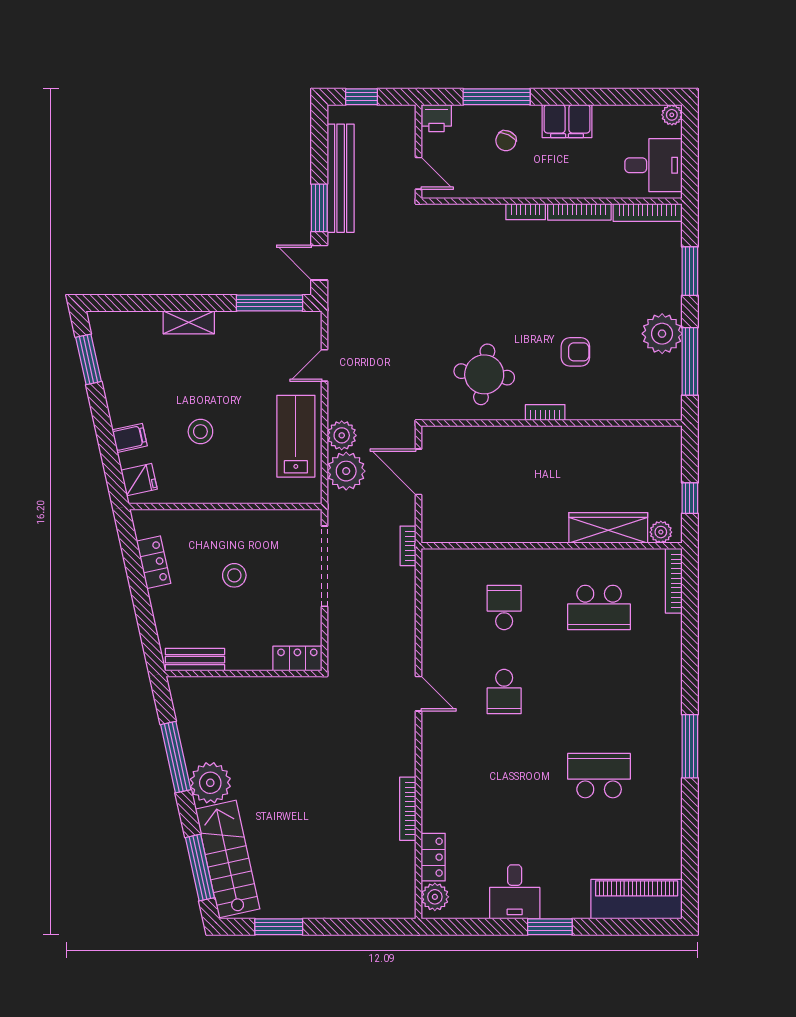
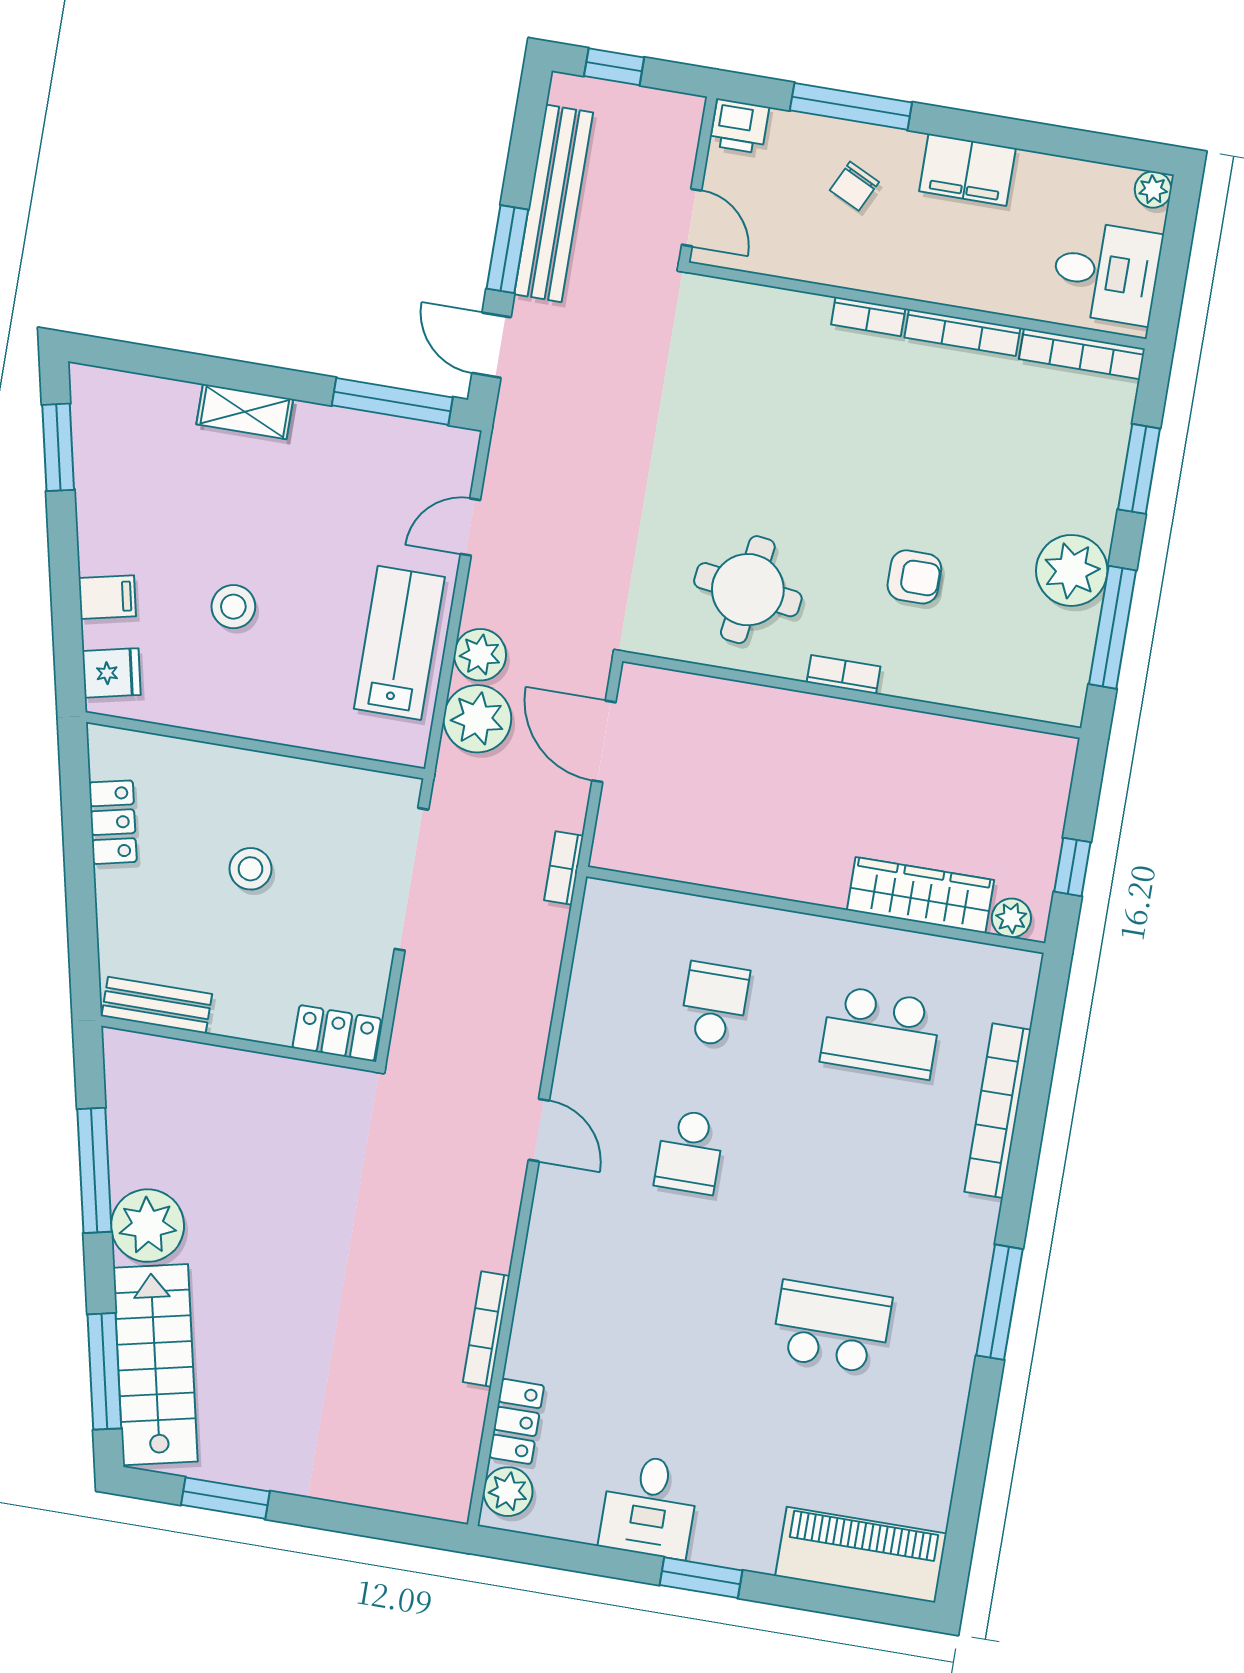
bookcase: (674, 581) -> (998, 1111), moved, width x1.48, depth x1.31

